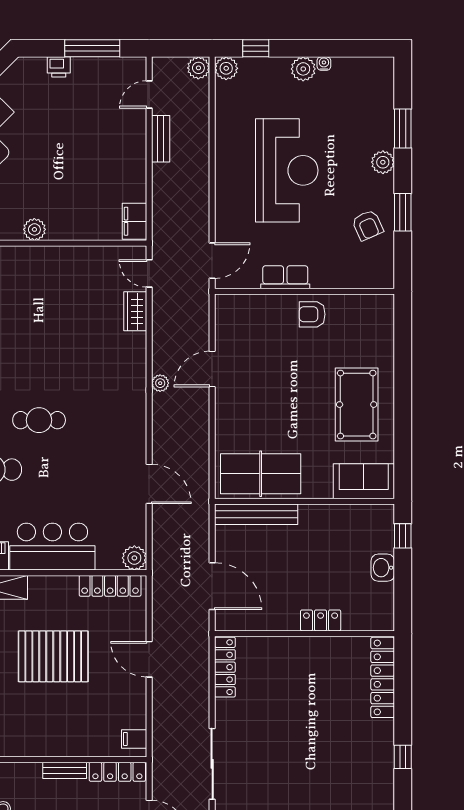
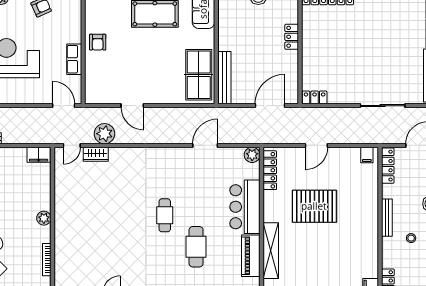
plant: (160, 383) -> (104, 134), moved, width x1.88, depth x1.88
pallet: (53, 656) -> (314, 206), turned 90
locker: (225, 667) -> (315, 97), width x0.66
bench: (65, 770) -> (387, 218), moved, width x1.36

